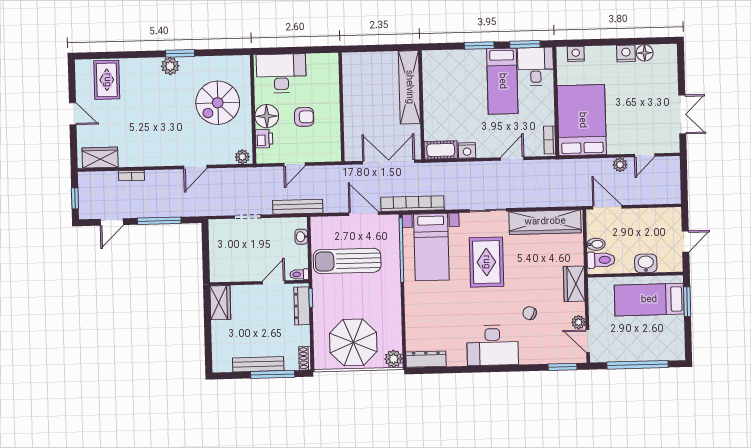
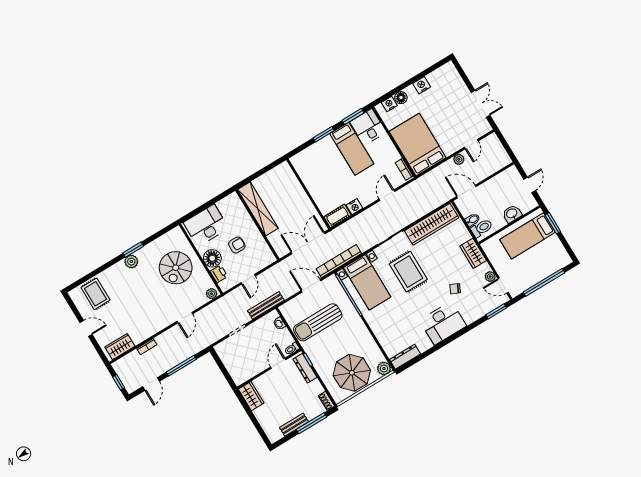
floor lamp: (645, 53) -> (401, 98), moved
shelving: (409, 87) -> (258, 209), moved
bench: (258, 364) -> (294, 425), width x0.73

